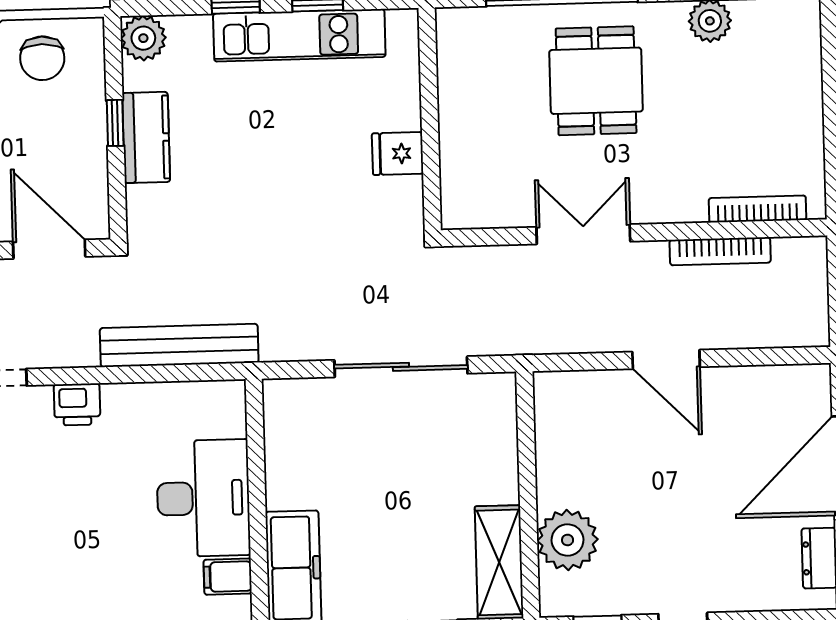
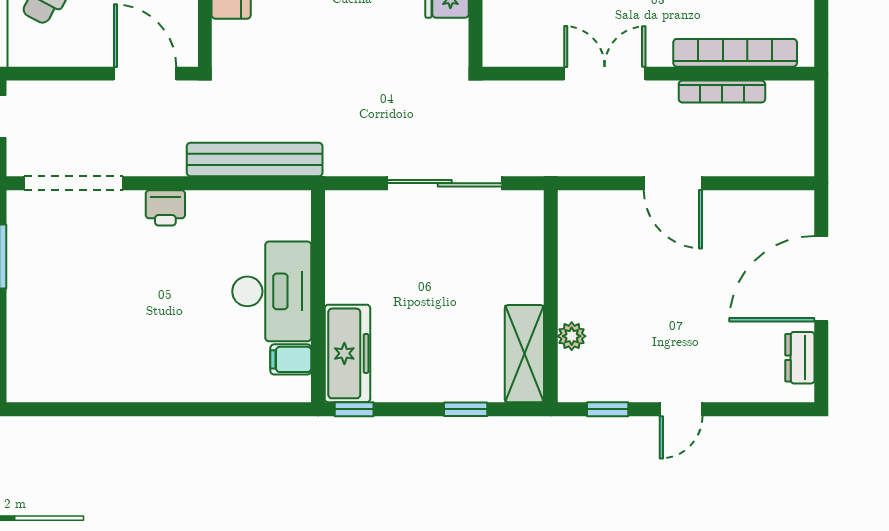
bookcase: (758, 209) -> (735, 53), width x1.48, depth x1.31
plant: (568, 540) -> (572, 336), width x0.53, depth x0.53

